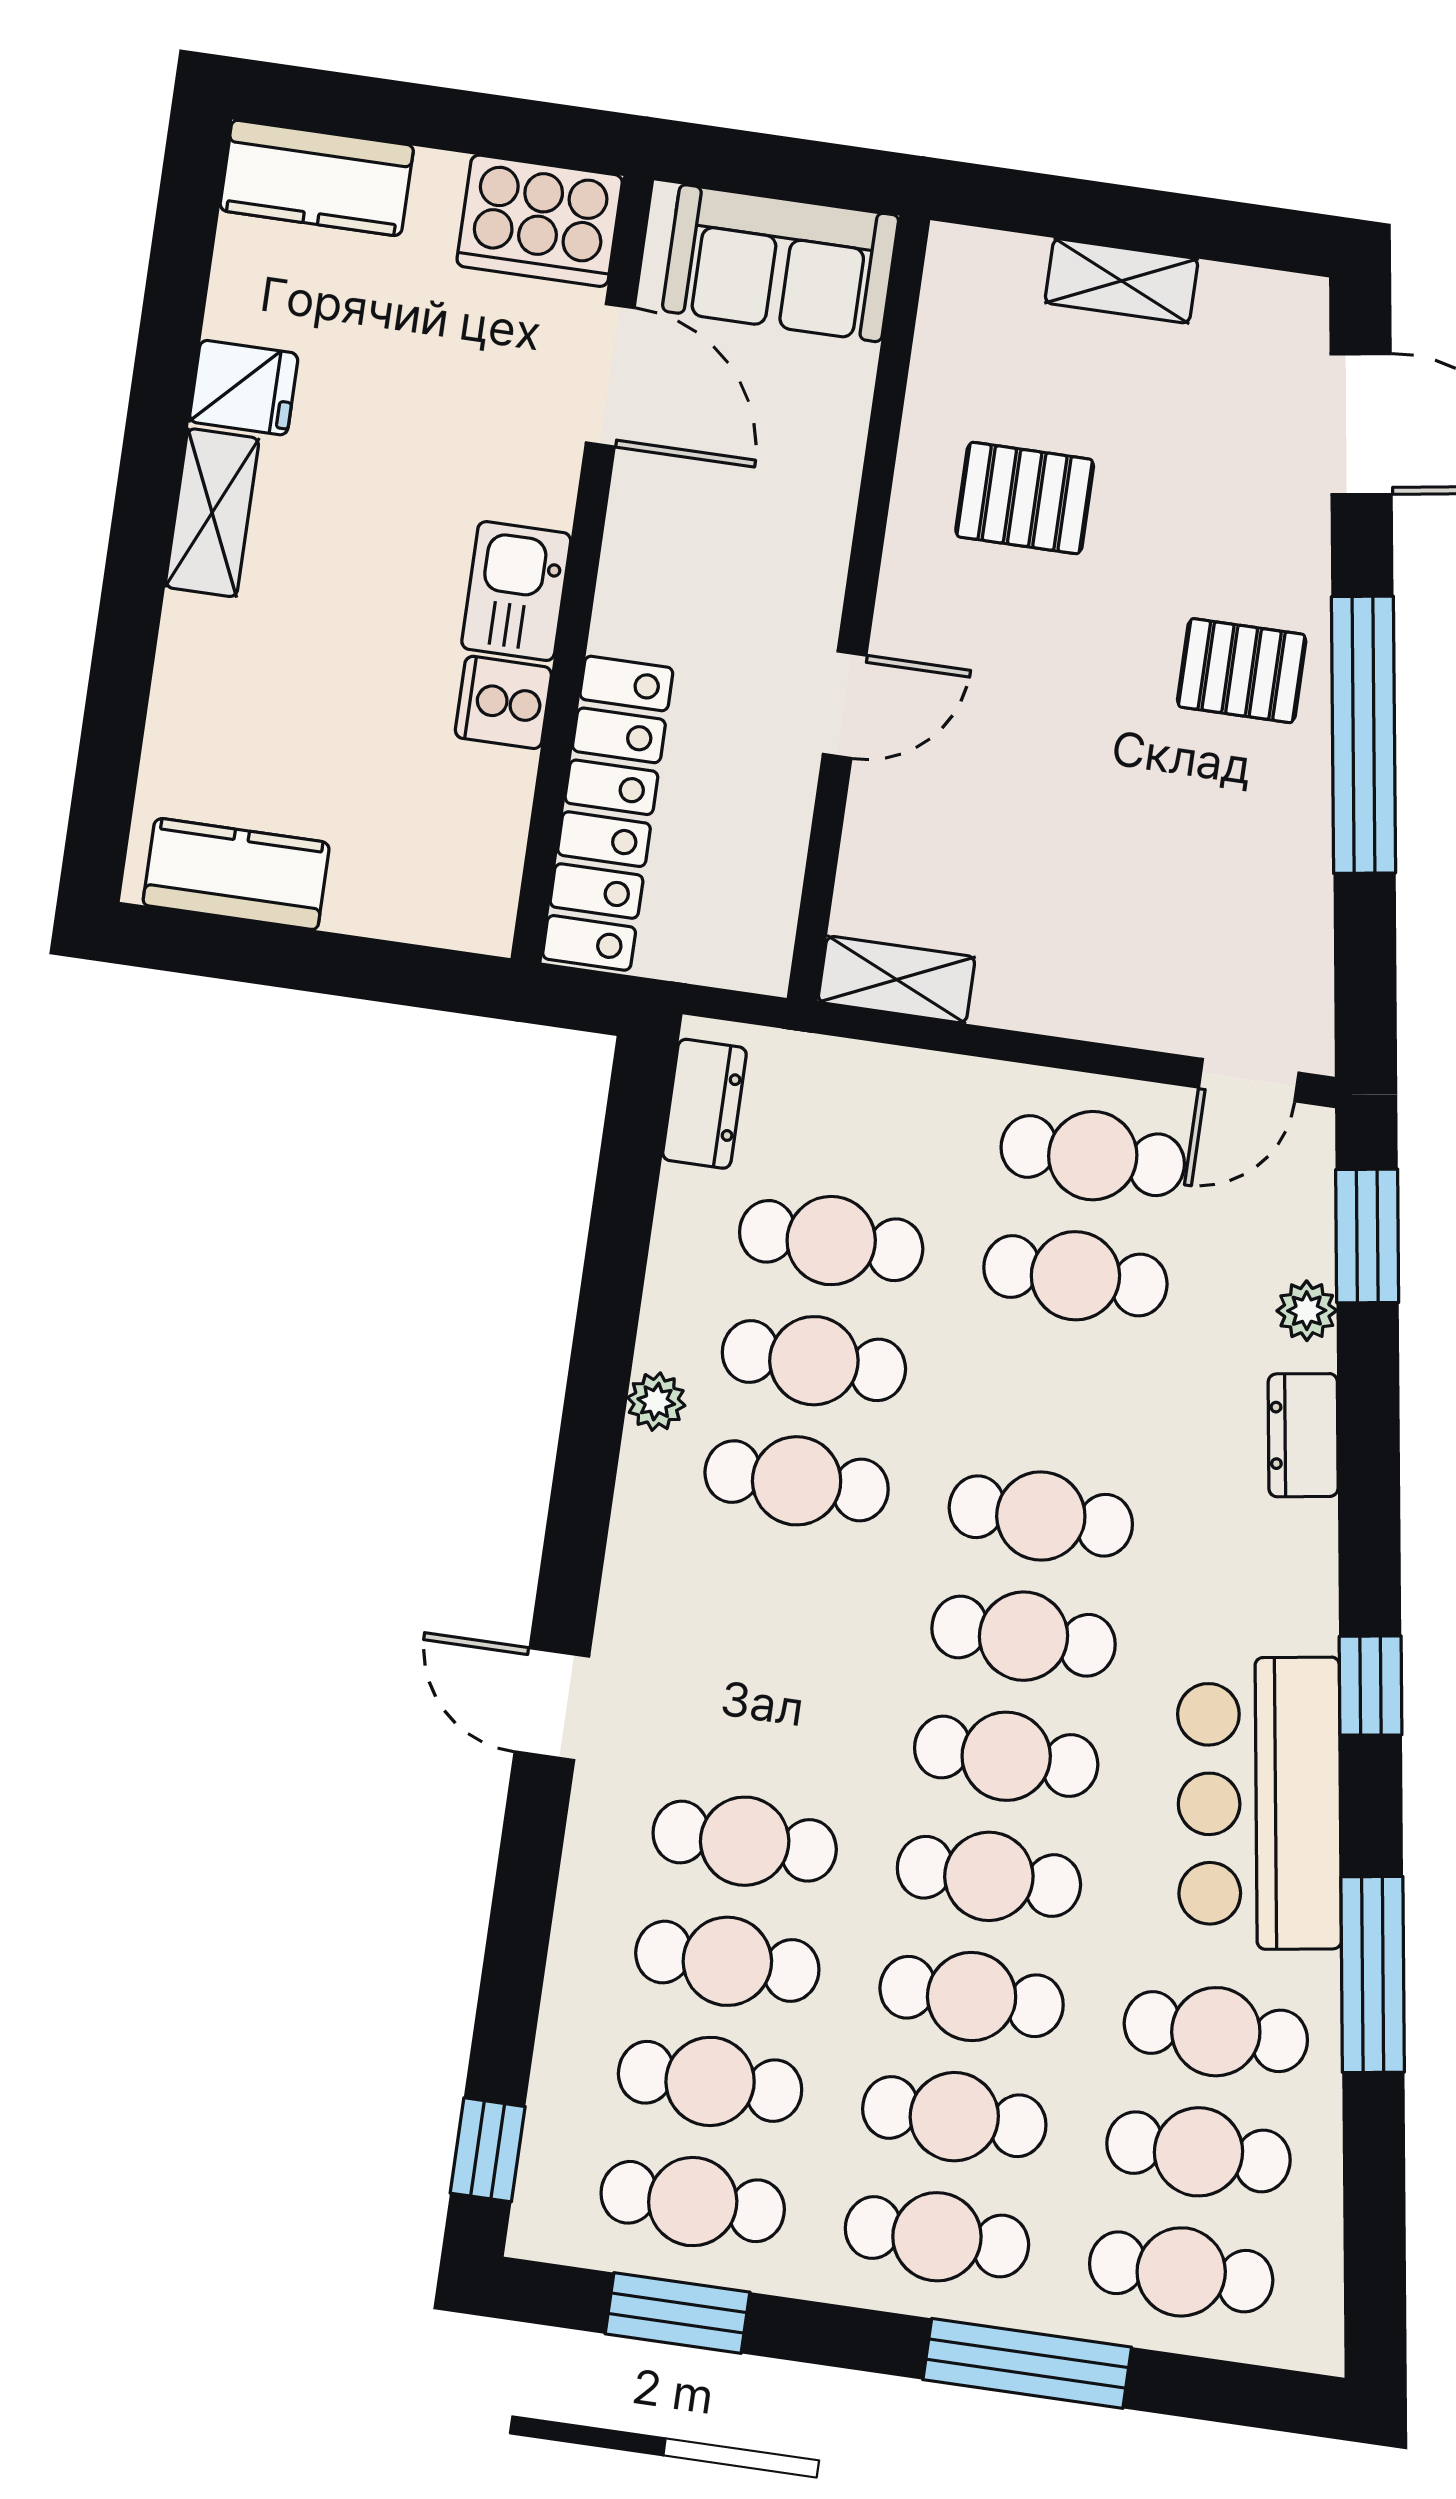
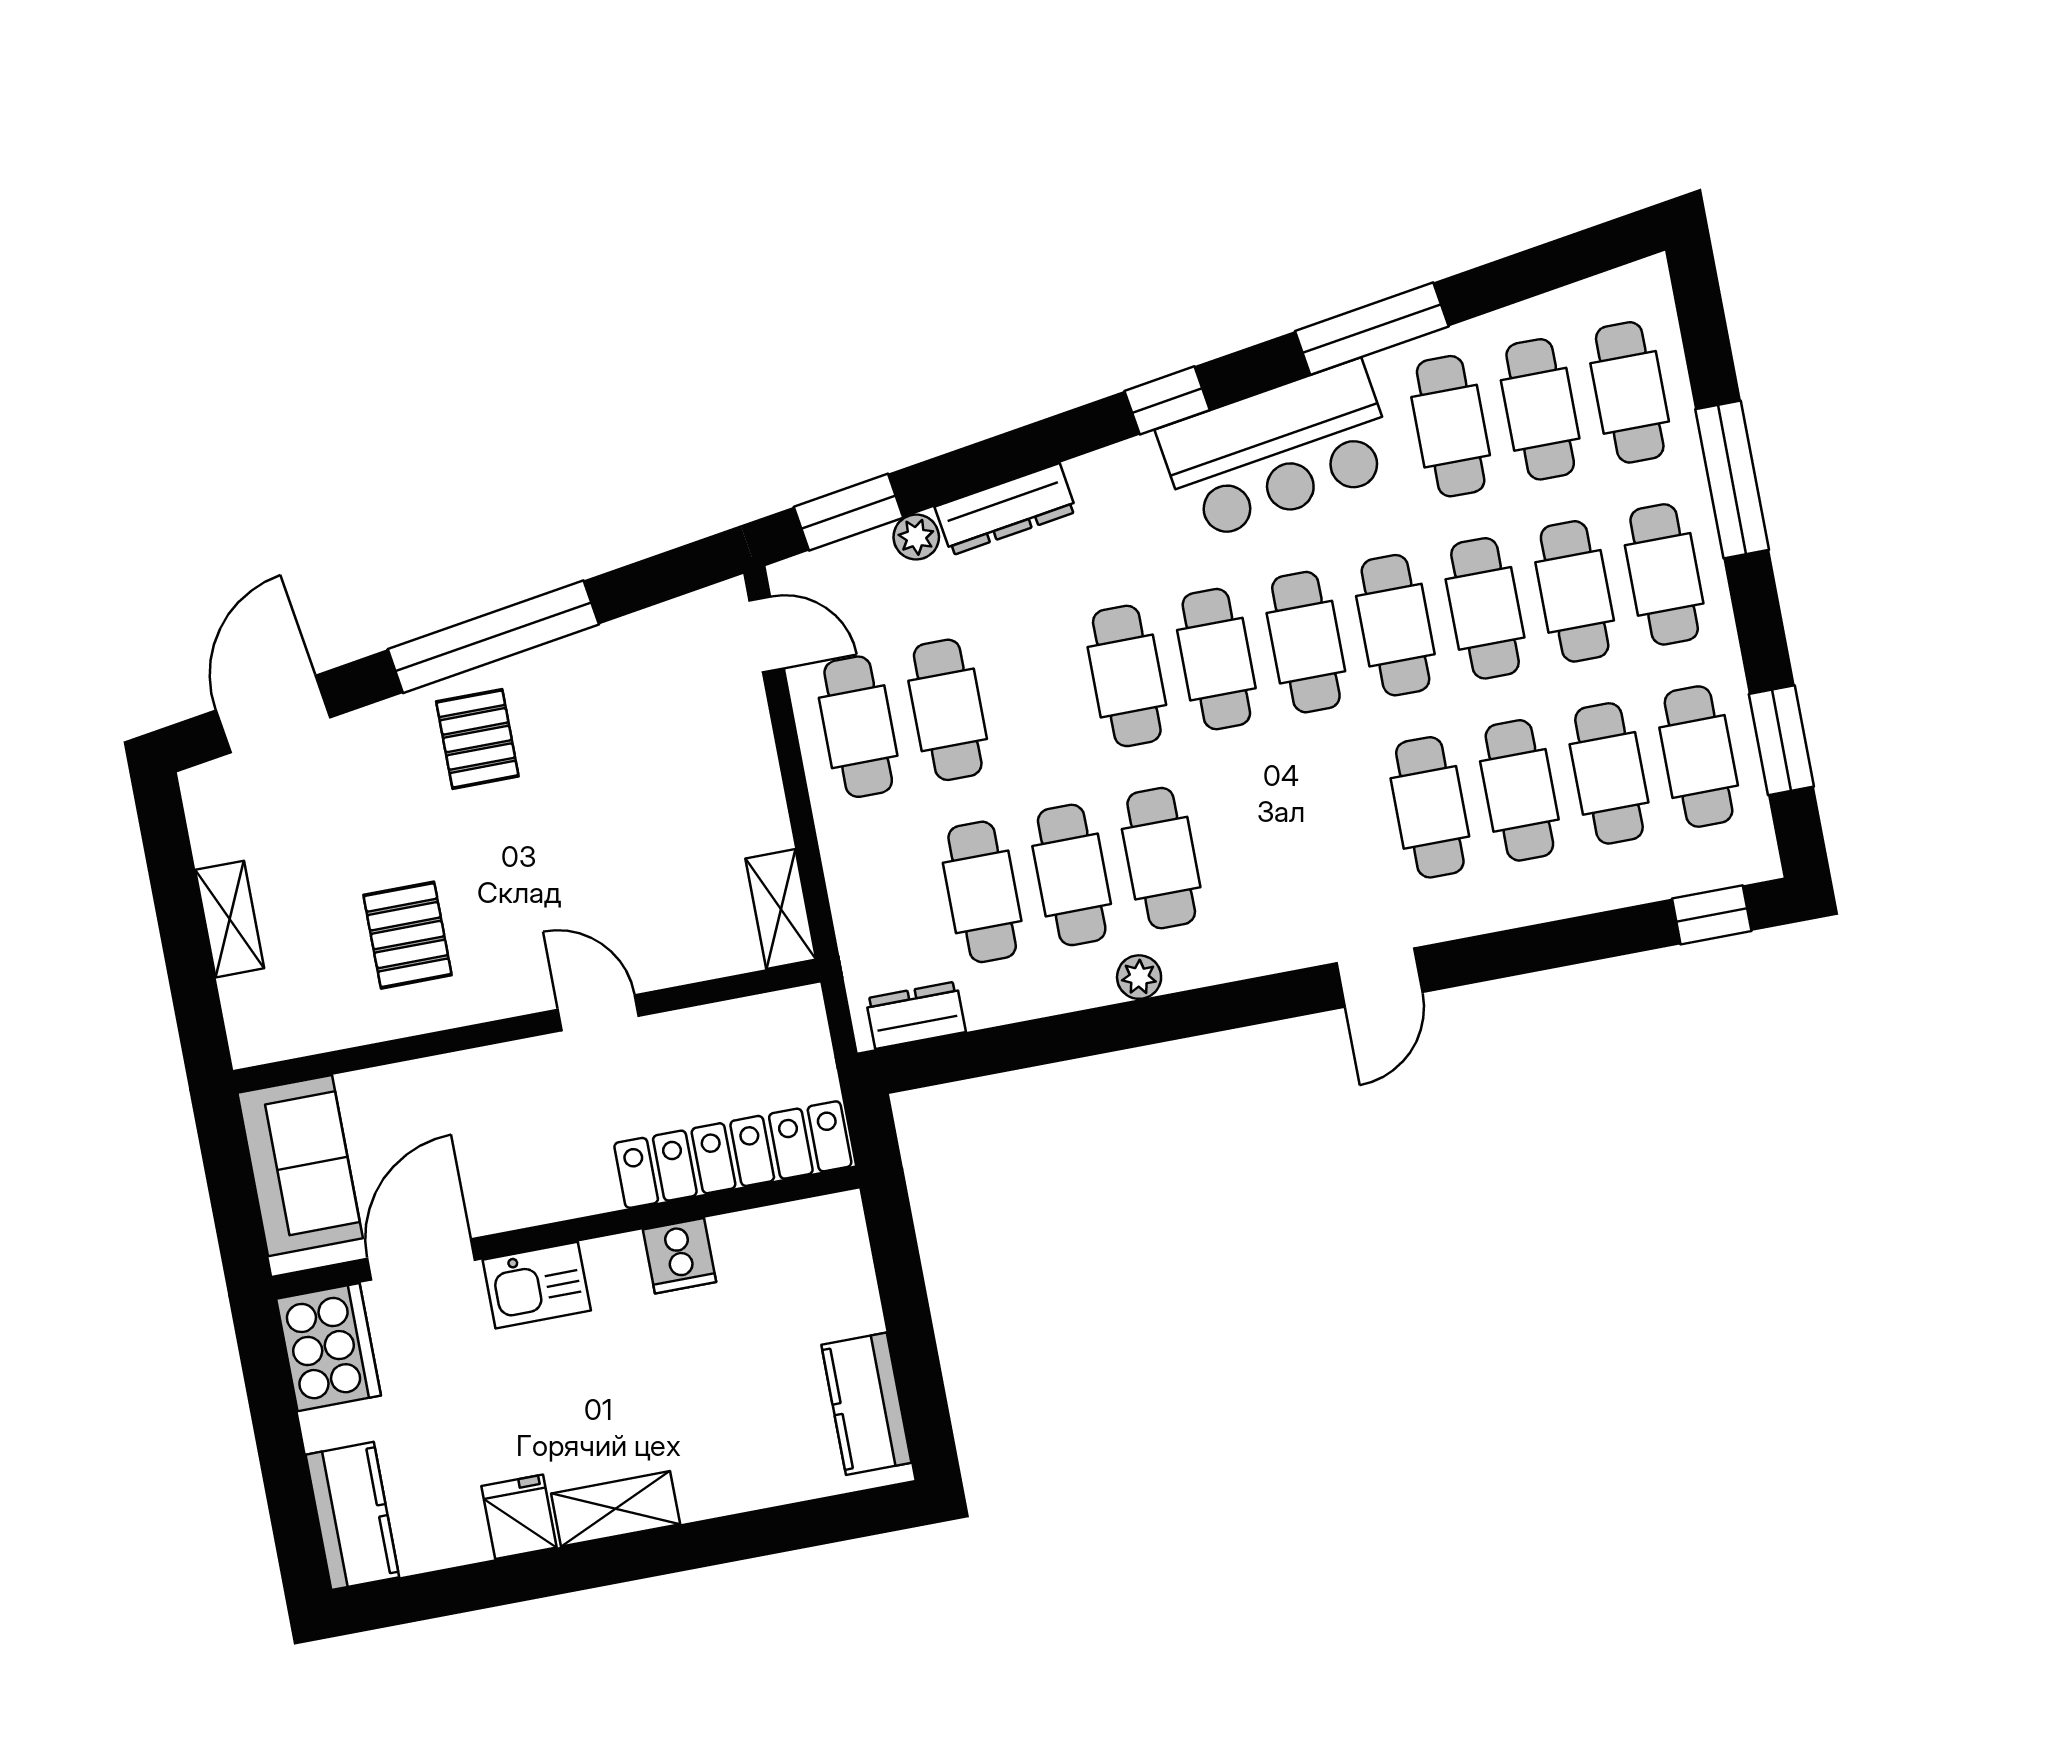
kitchen sink: (516, 591) -> (537, 1285), moved
dresser: (1303, 1435) -> (1006, 509), width x1.44

